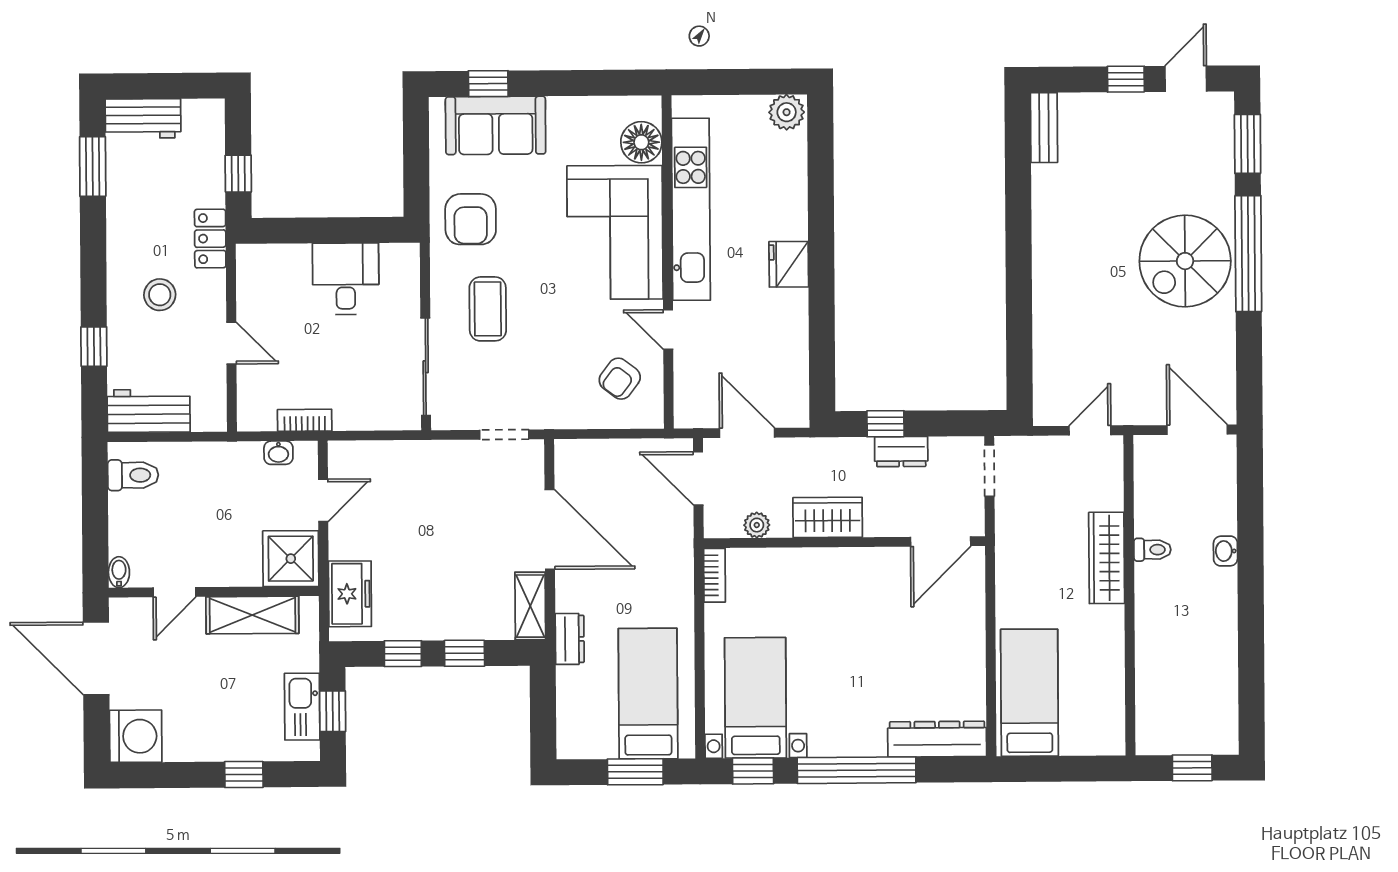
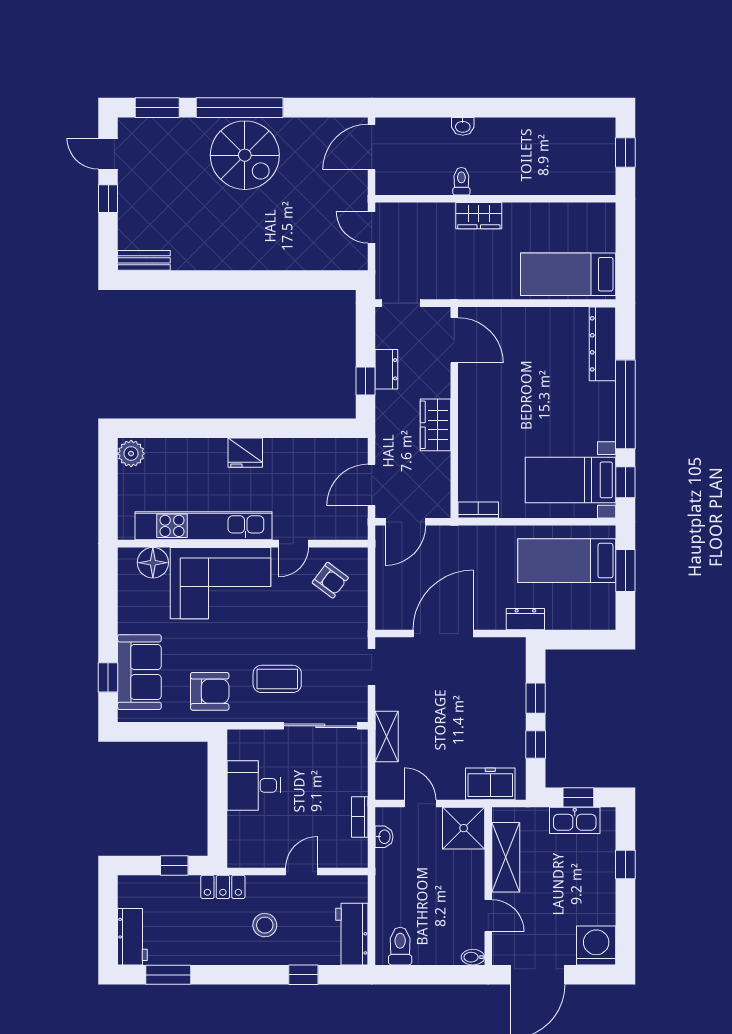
plant: (757, 525) -> (441, 478), removed
wardrobe: (1107, 558) -> (479, 216), width x0.67
shelving: (530, 606) -> (387, 736), moved, turned 90

